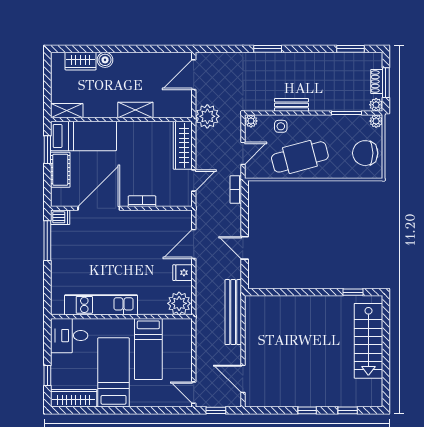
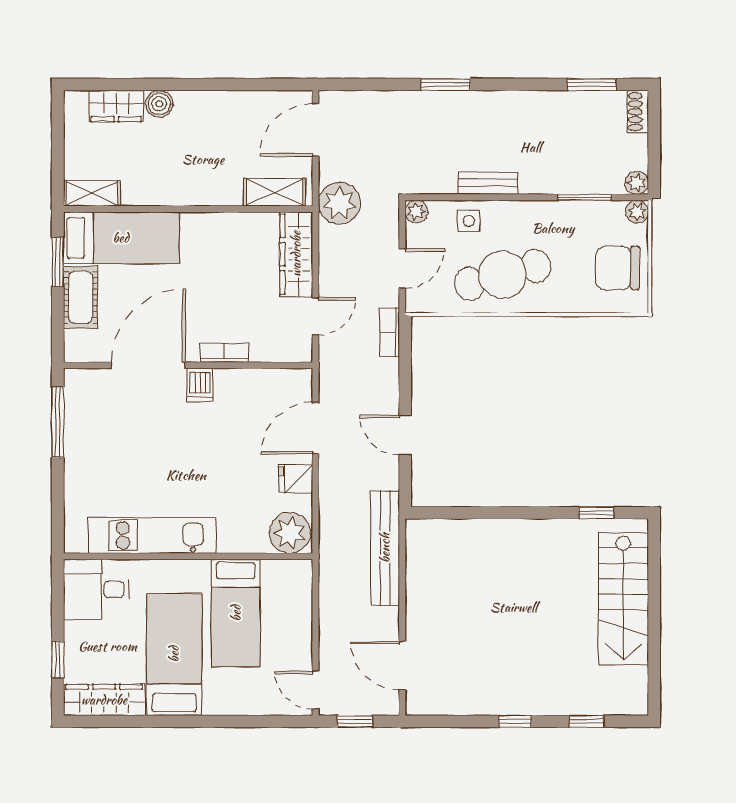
shoe rack: (377, 82) -> (638, 112), moved
window: (386, 83) -> (654, 144), removed
shelving: (135, 110) -> (275, 192), moved
dishwasher: (60, 217) -> (200, 385), moved, turned 90

